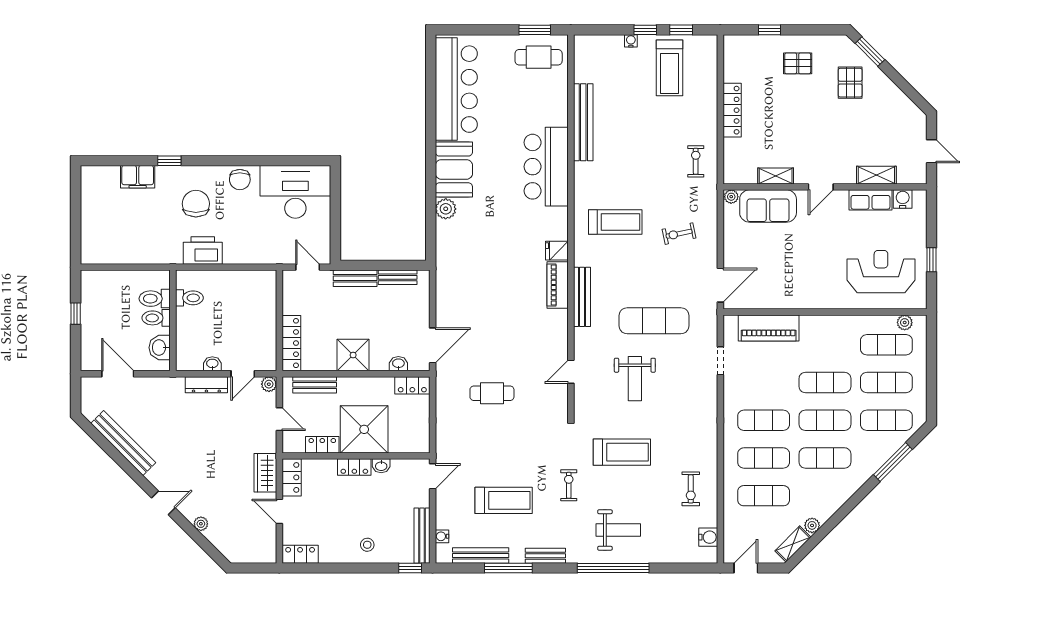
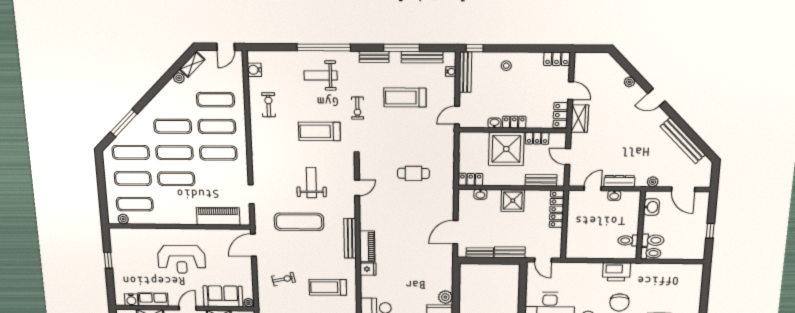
reception desk: (881, 272) -> (182, 259), moved
toilet: (156, 318) -> (651, 253), moved
door: (433, 345) -> (455, 232), moved
plant: (269, 384) -> (653, 182), moved

